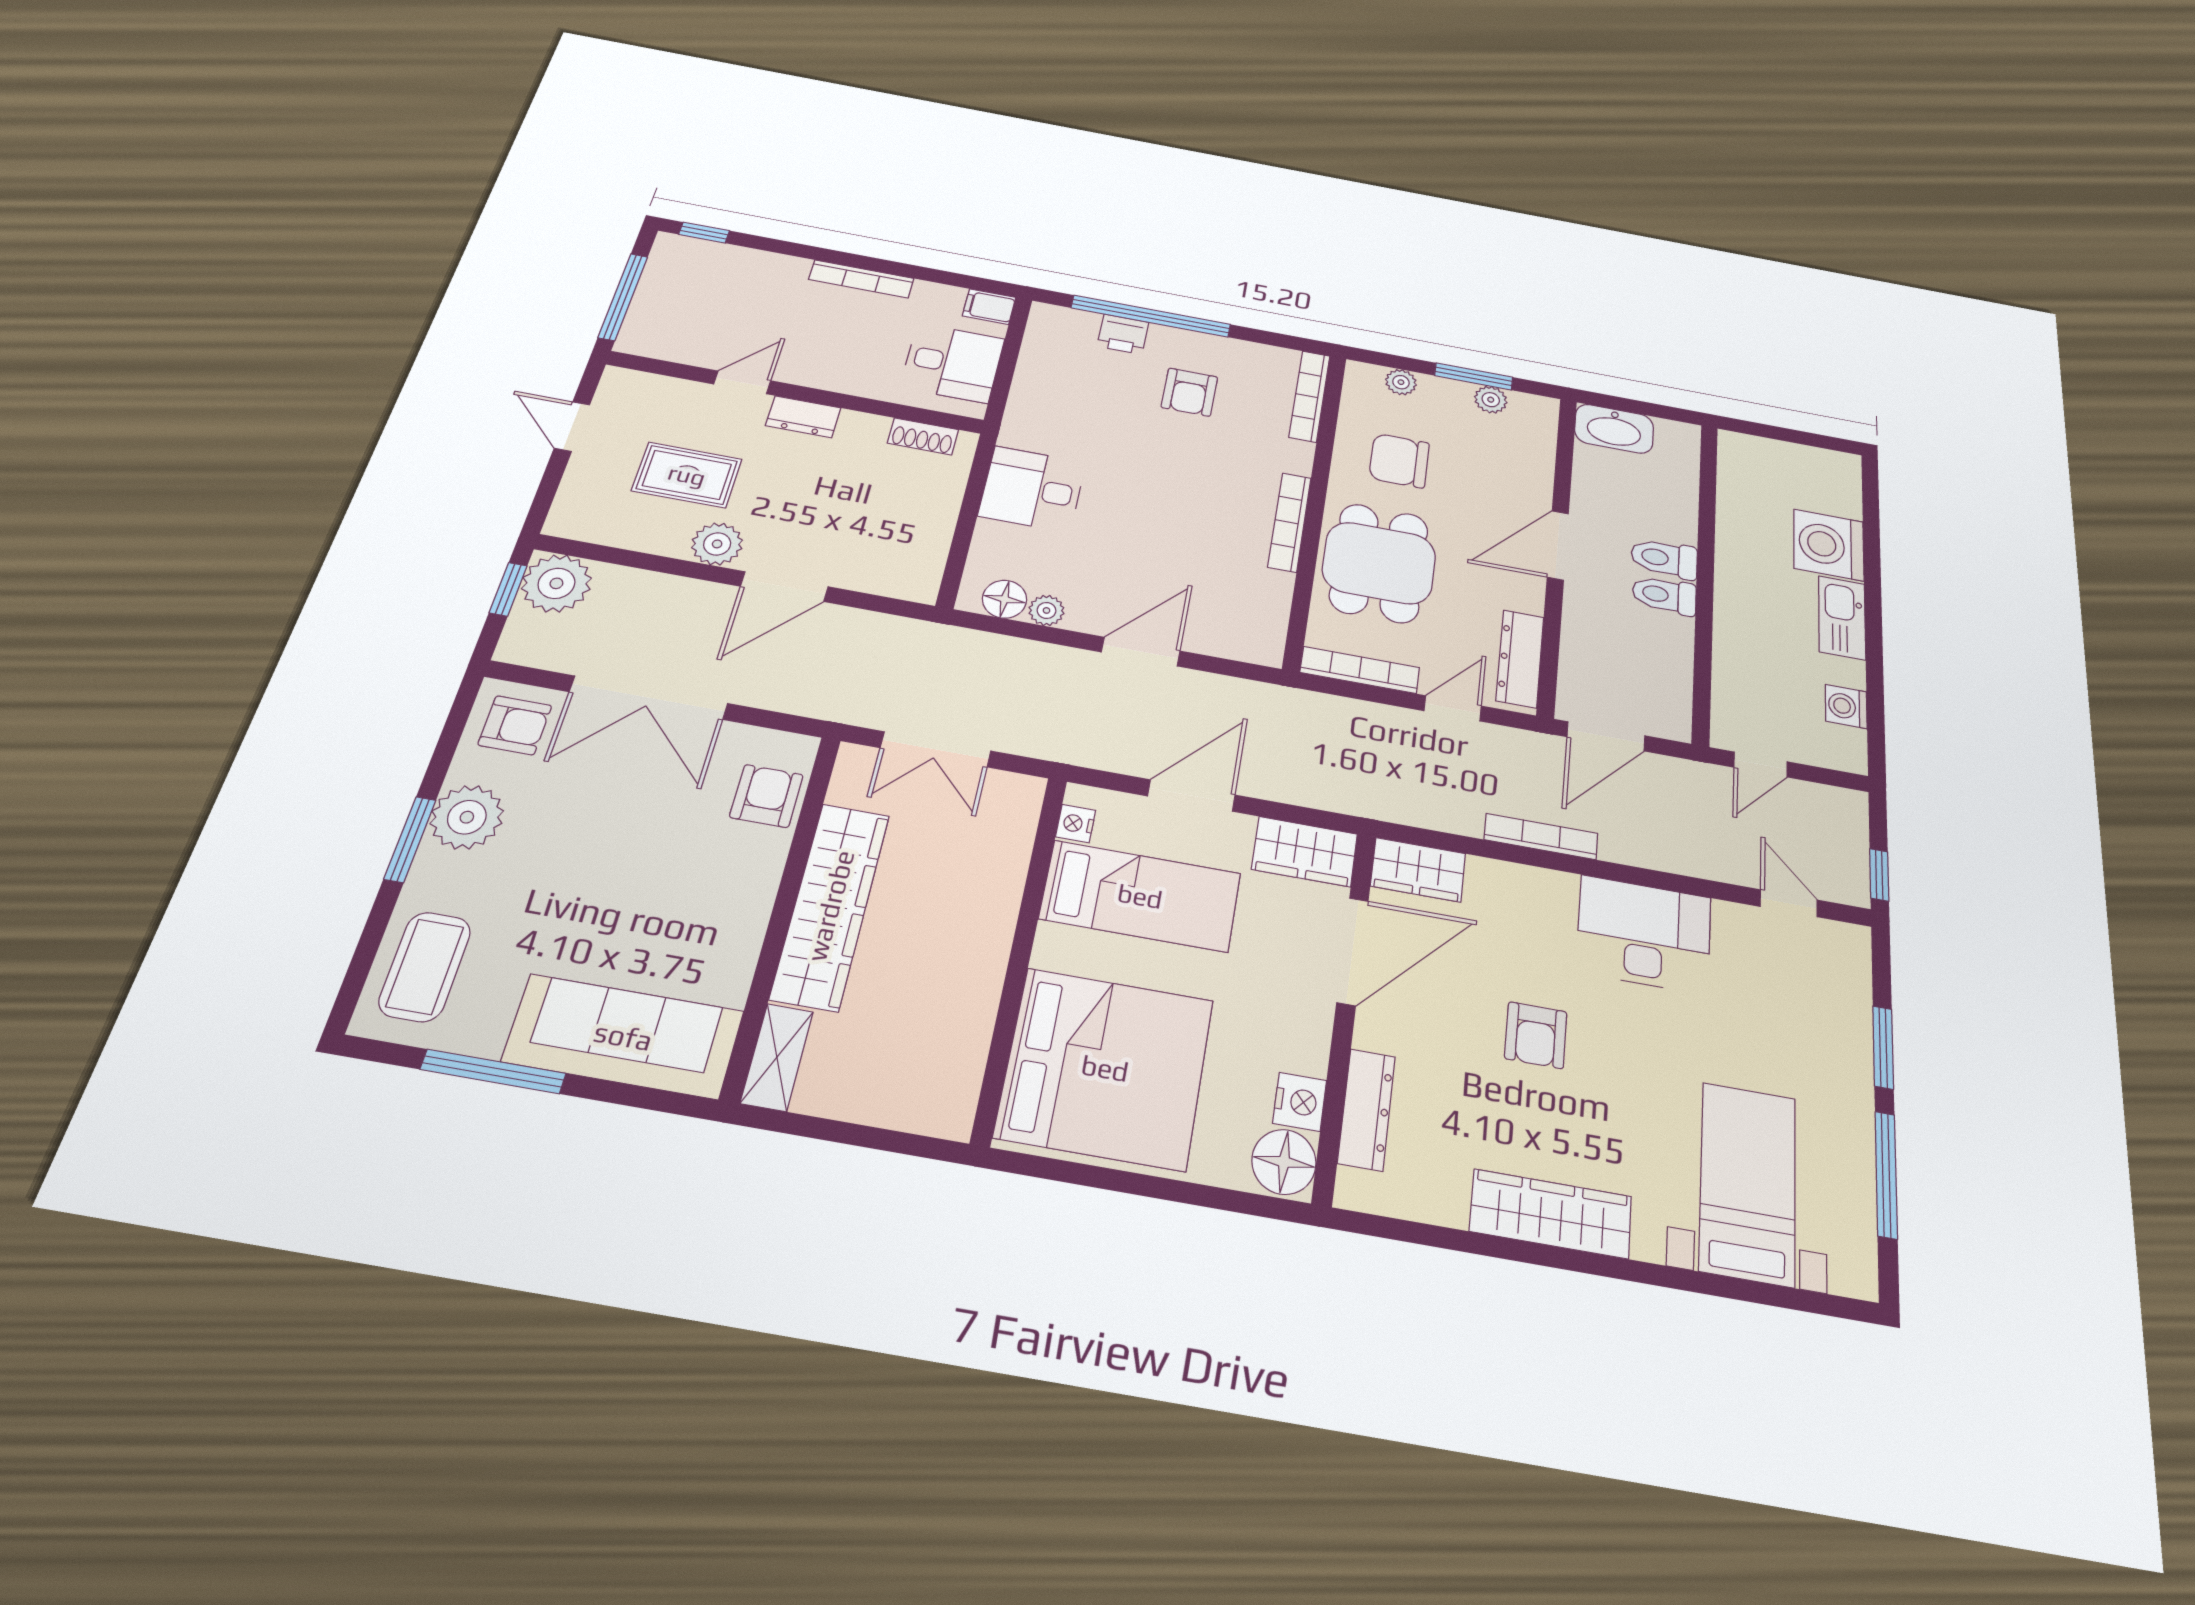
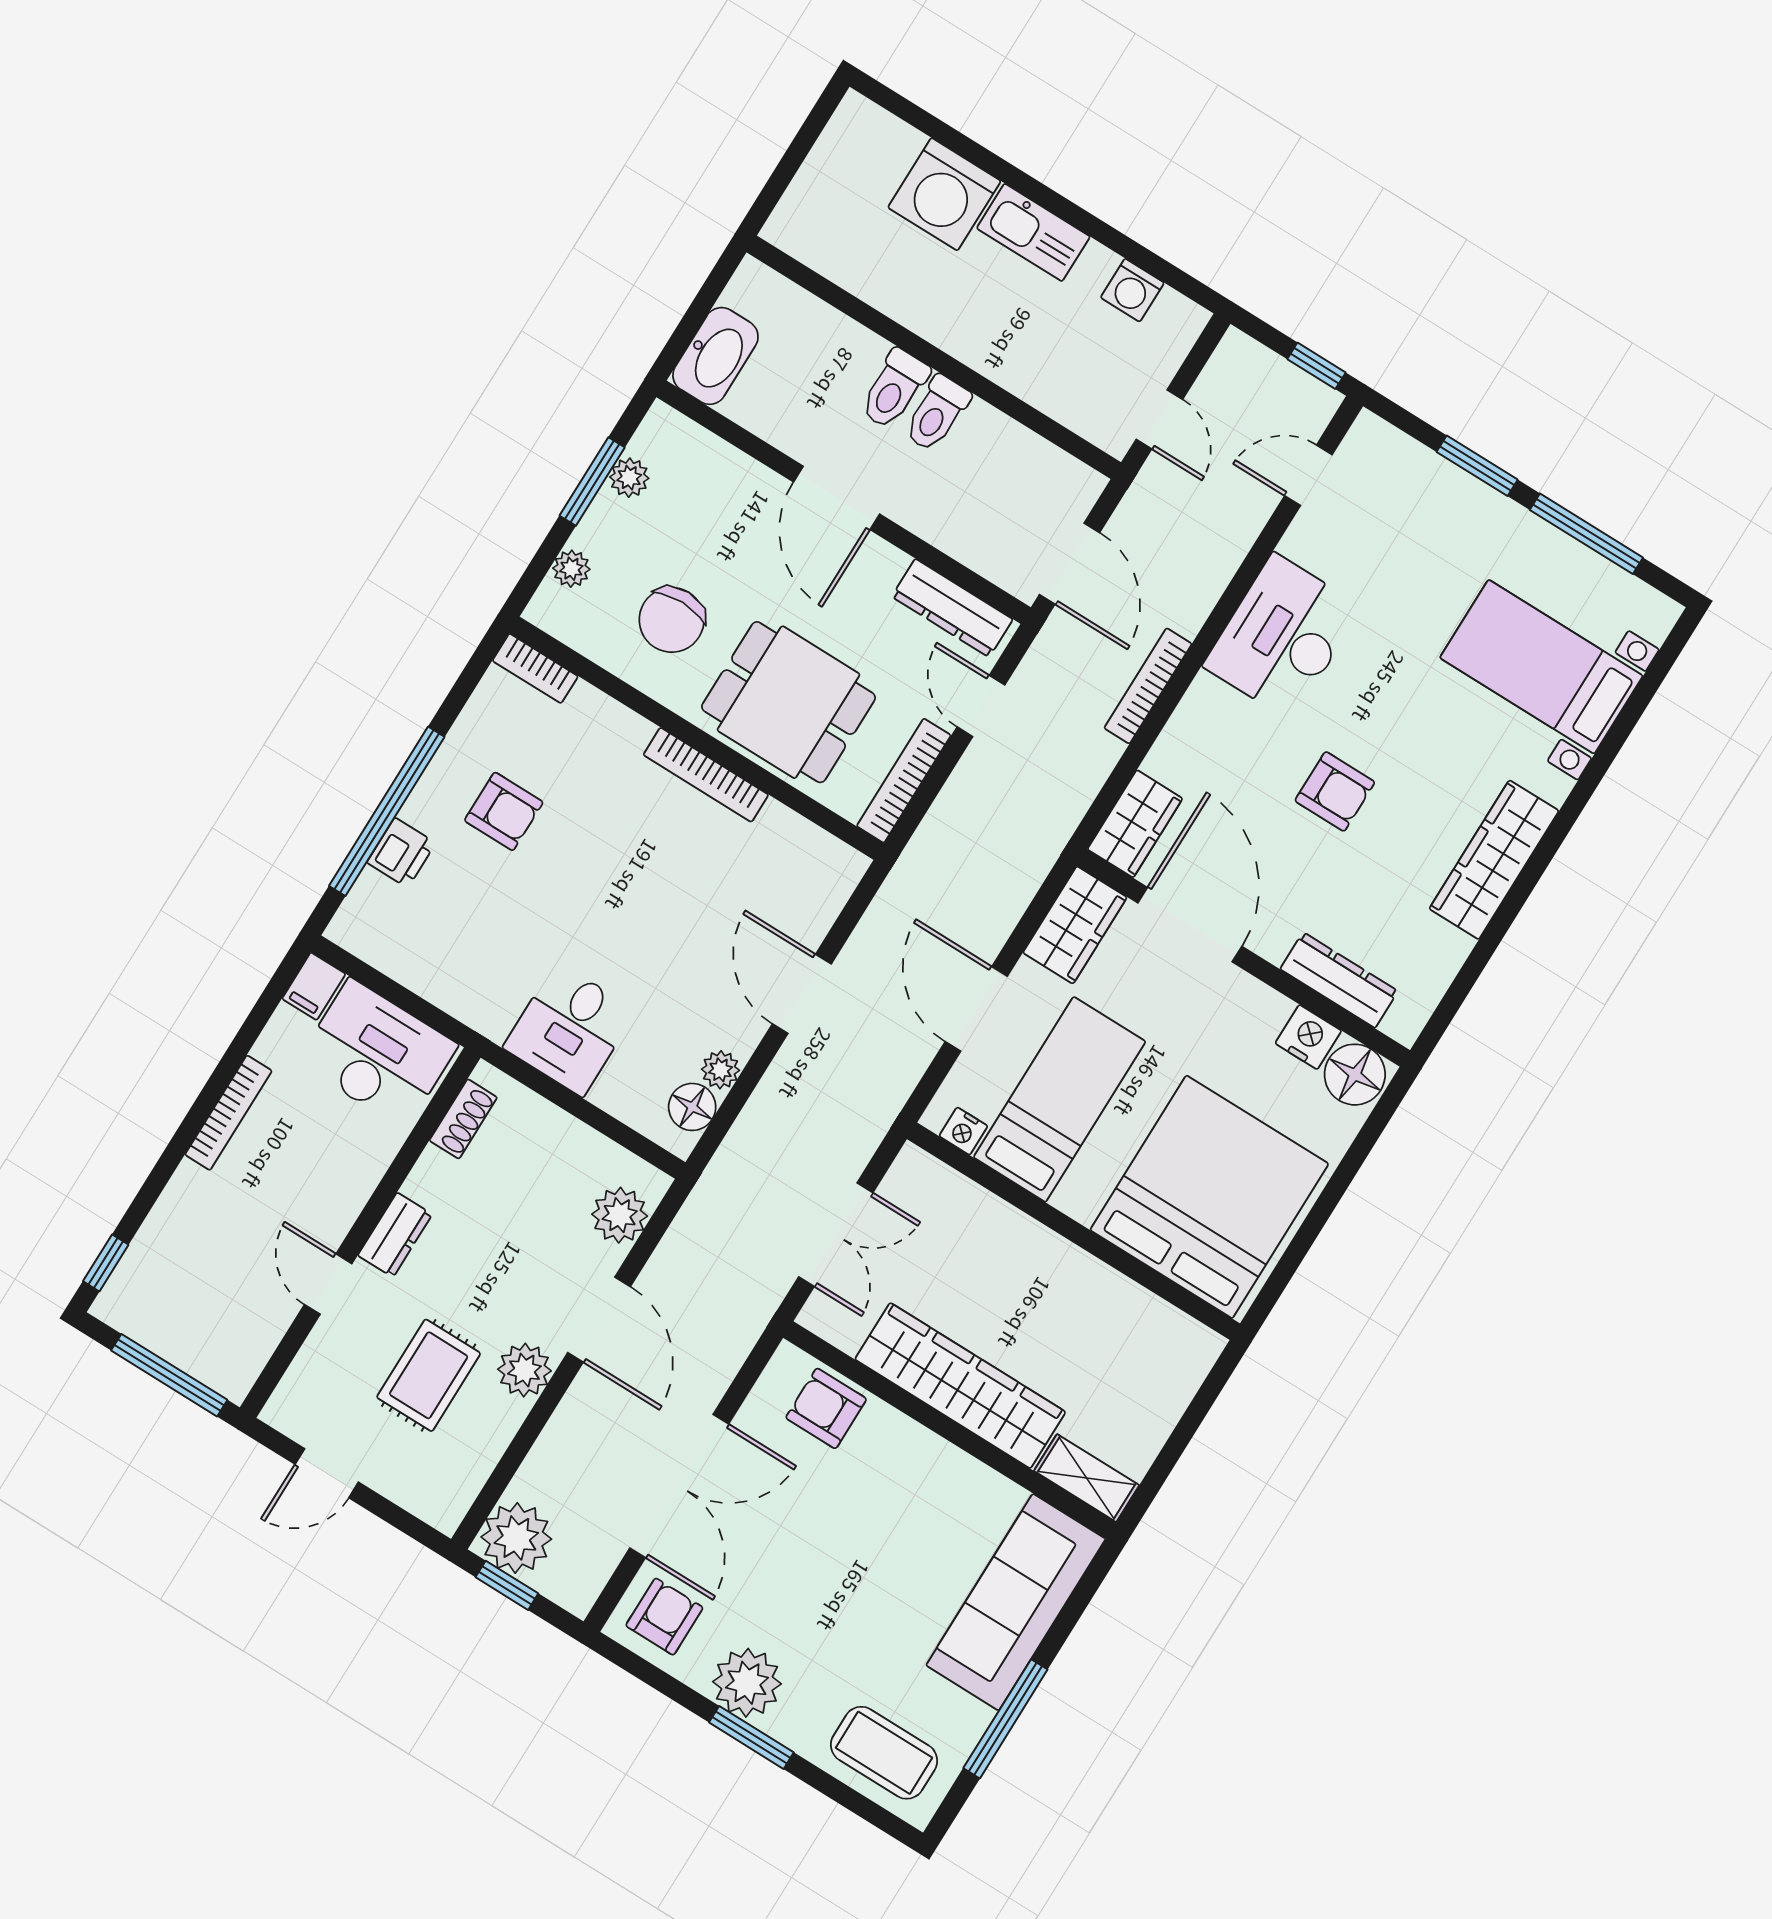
desk: (953, 363) -> (377, 1054), width x1.37
bookcase: (1309, 396) -> (535, 668), width x0.64
plant: (885, 574) -> (620, 1215), added

